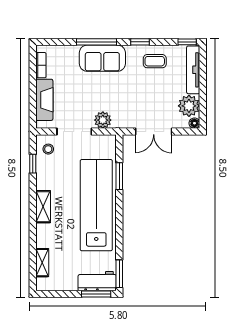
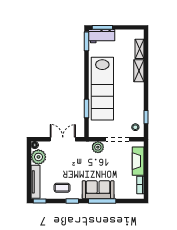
shelving: (43, 207) -> (139, 71), moved

